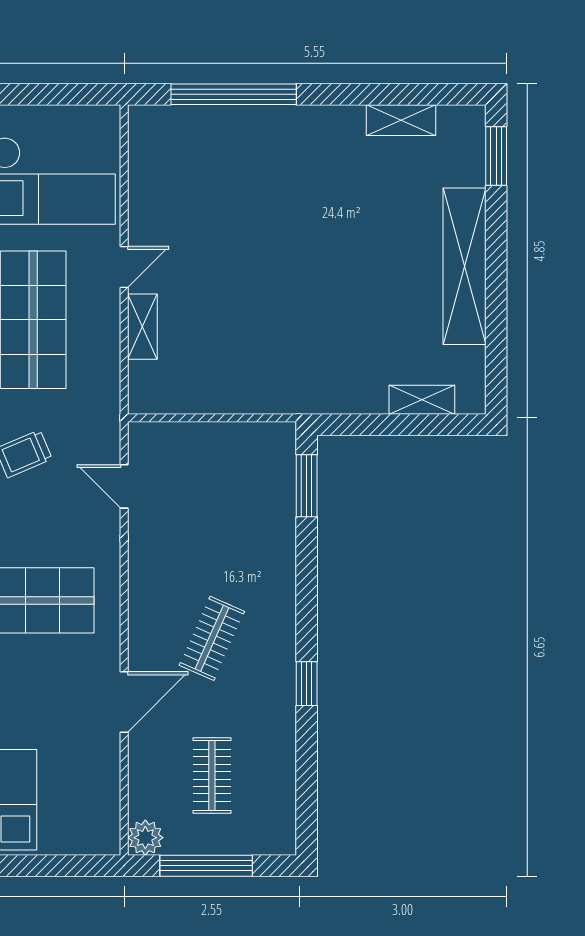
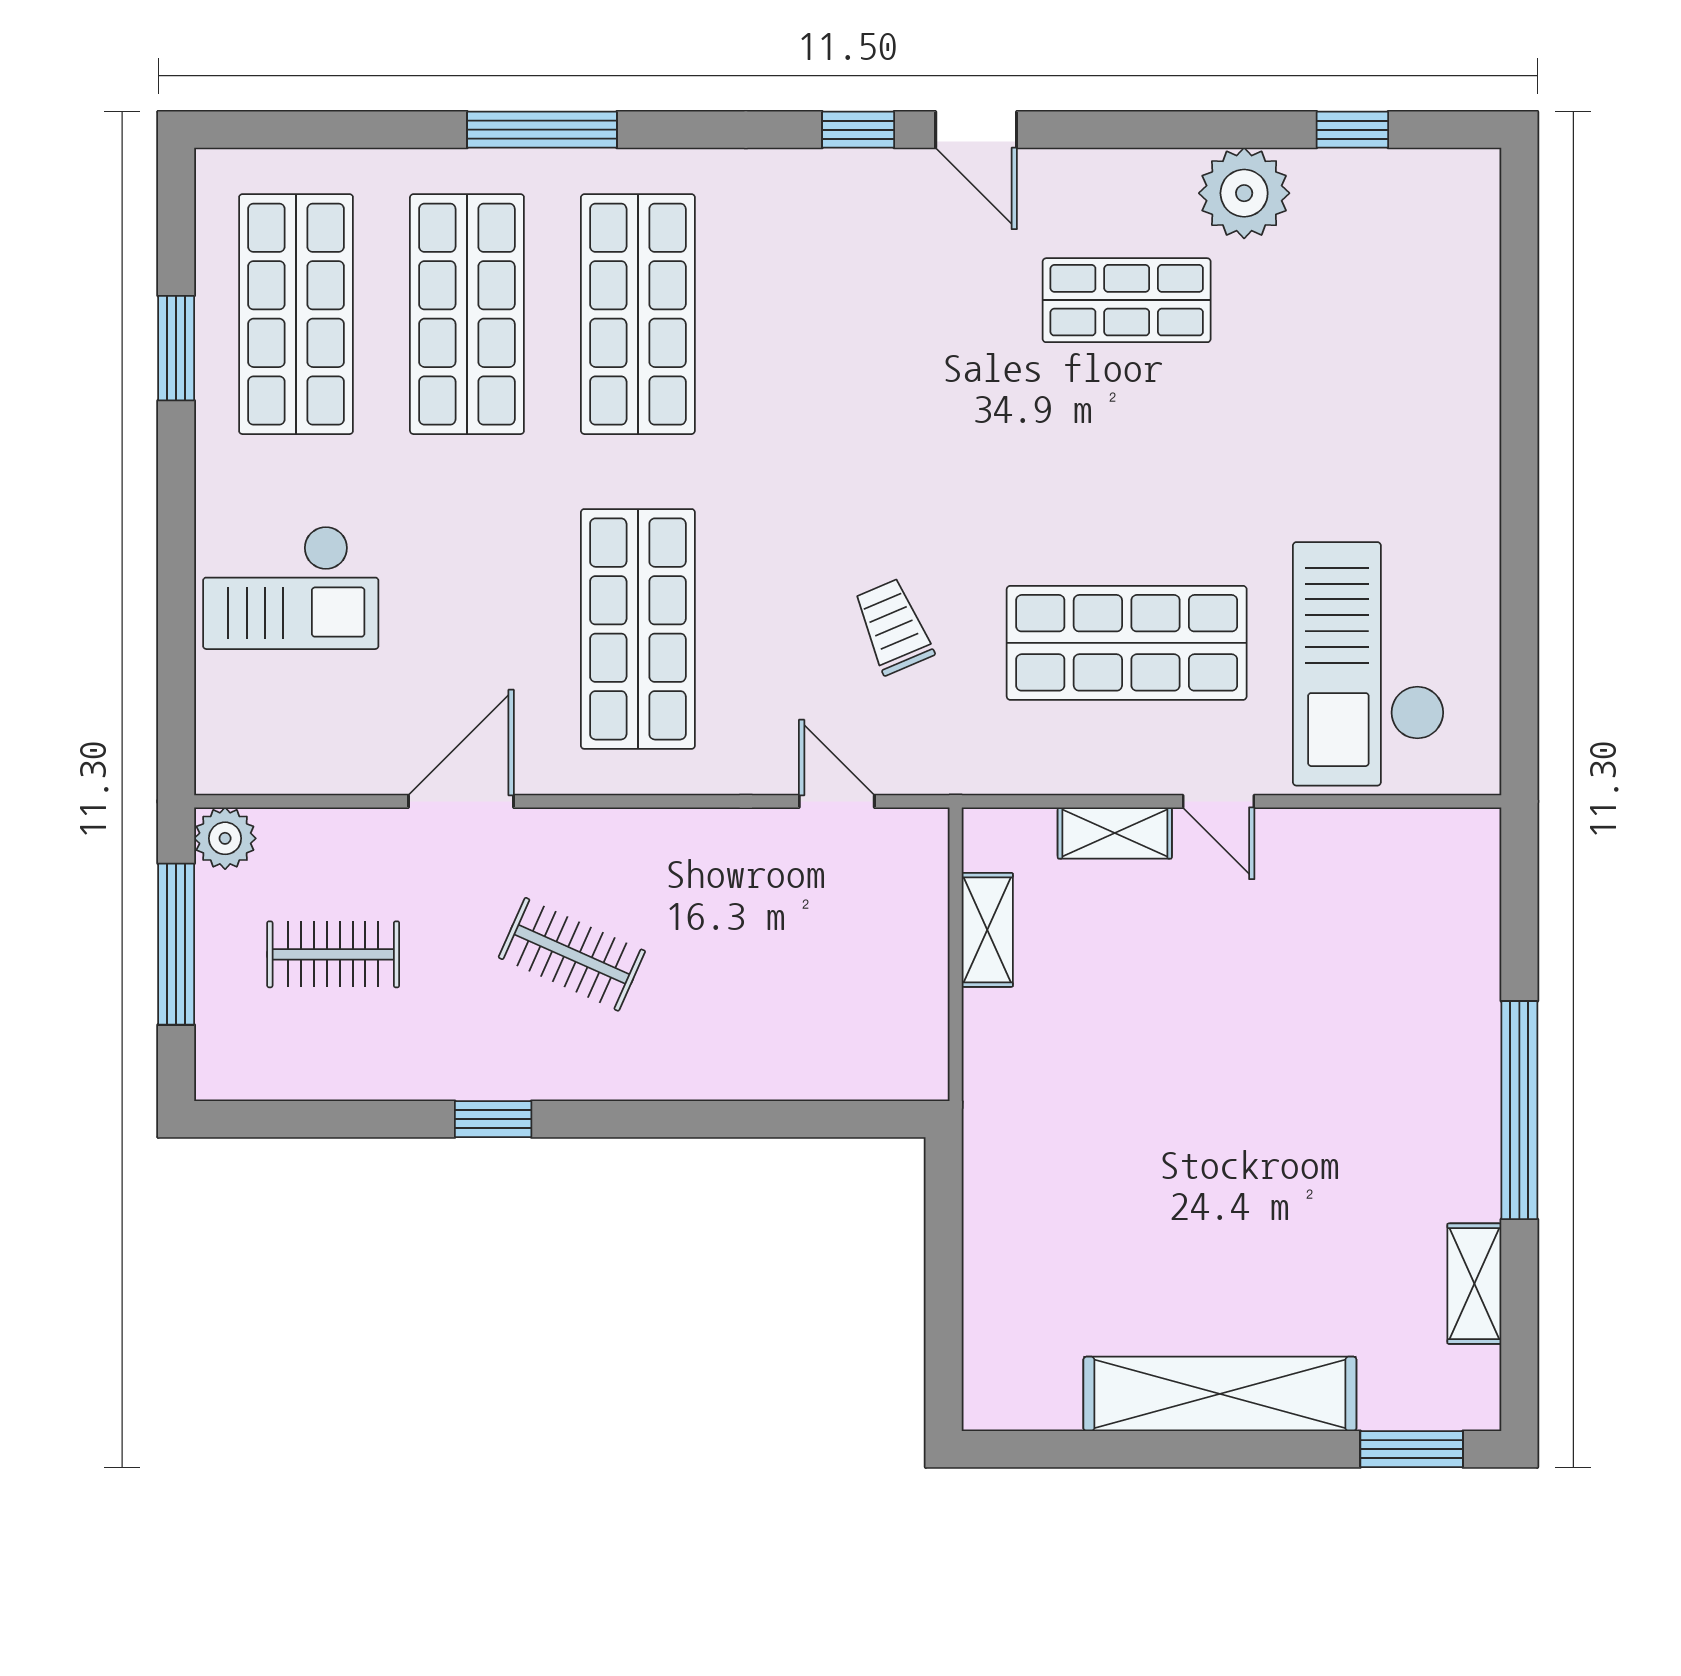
window: (234, 94) -> (1519, 1110), moved
shelving: (422, 400) -> (987, 930), moved
door: (124, 486) -> (837, 801), hinge flipped
window: (307, 486) -> (838, 1119), removed
door: (124, 702) -> (461, 801), swing flipped

